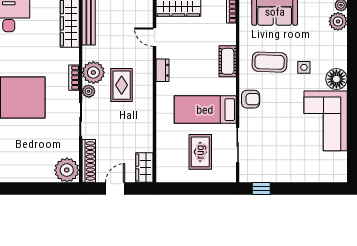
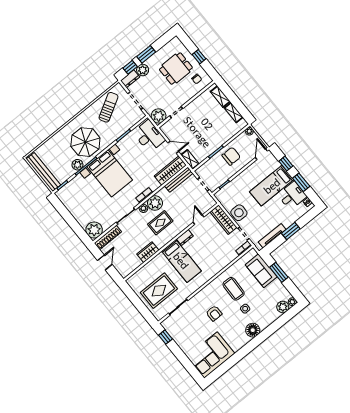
cot: (228, 61) -> (217, 267), removed
armchair: (251, 99) -> (214, 313), moved
bed: (205, 110) -> (181, 261), moved, turned 180
corner sofa: (326, 121) -> (211, 355), moved
rug: (200, 152) -> (159, 291), width x1.36, depth x1.43
wardrobe: (144, 167) -> (148, 252), moved
door: (115, 188) -> (105, 262), hinge flipped

